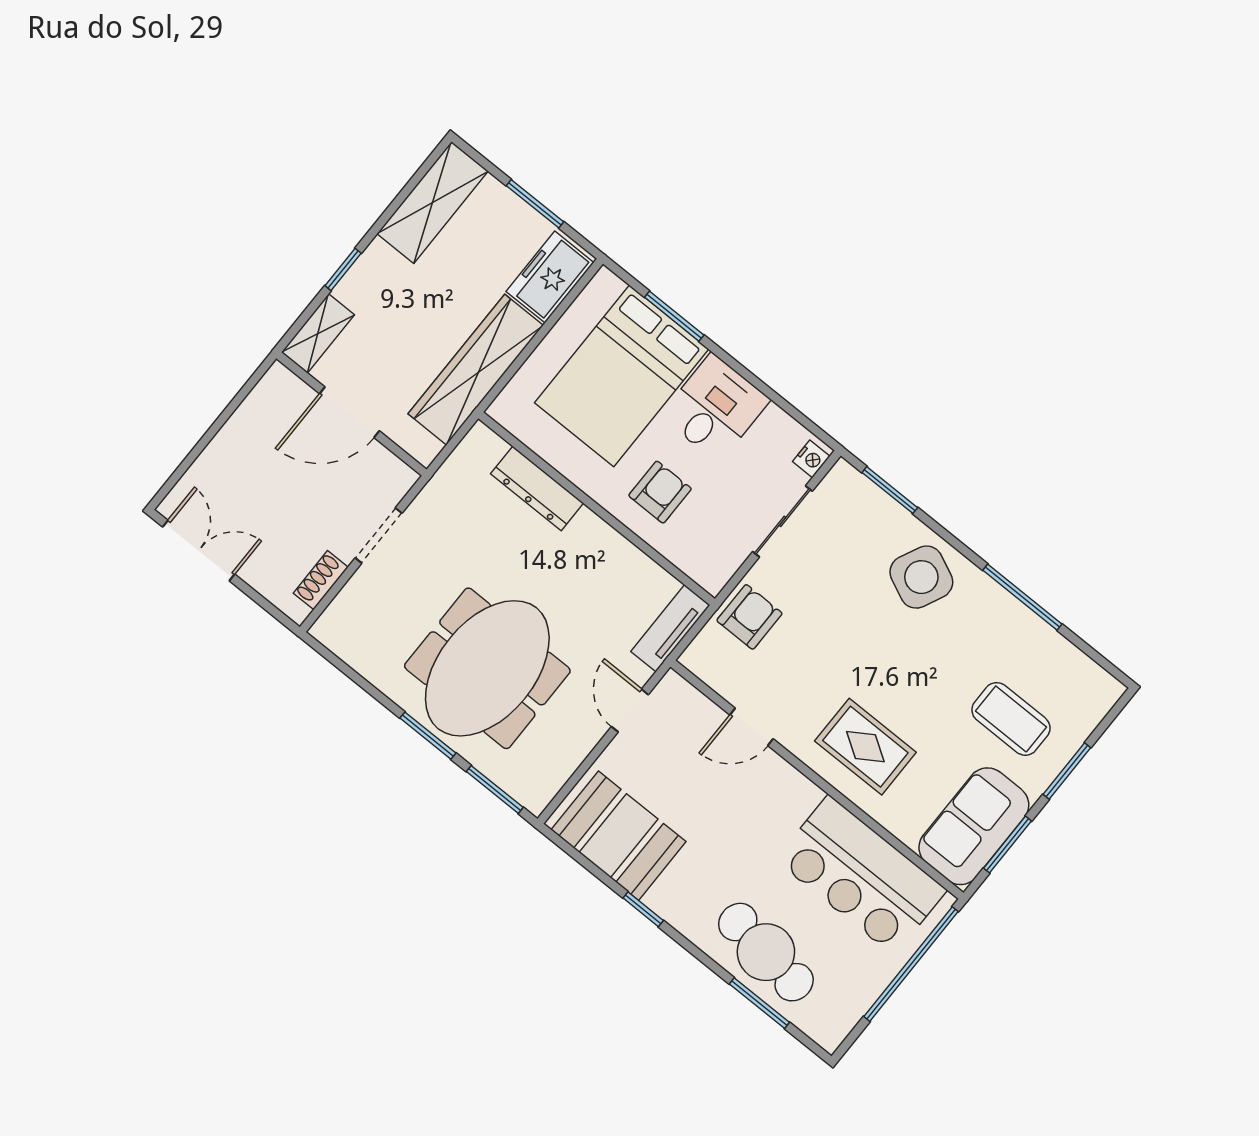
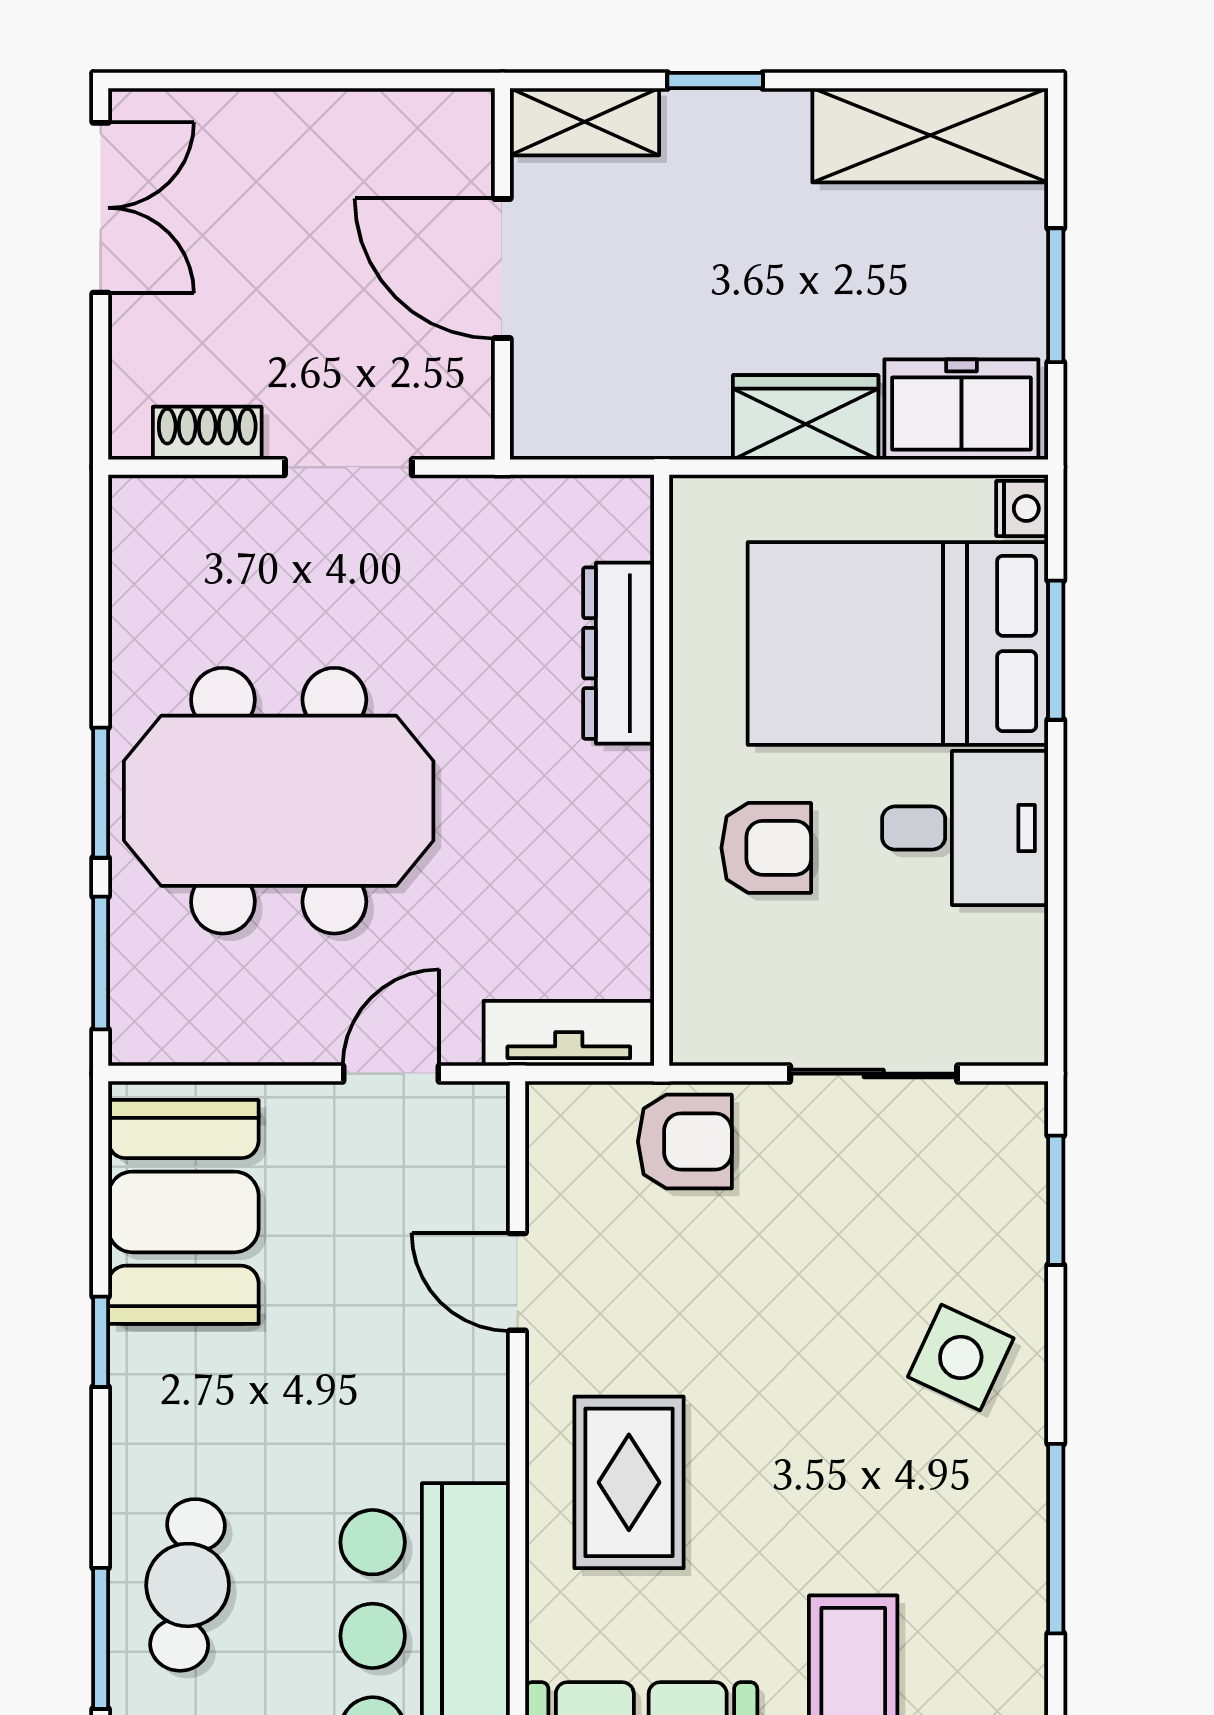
wardrobe: (476, 370) -> (806, 417), width x0.48, depth x0.85
nightstand: (811, 459) -> (1022, 508), moved, turned -90
side table: (921, 577) -> (961, 1357), width x0.73, depth x0.73
cafe table: (766, 952) -> (188, 1585), width x0.73, depth x0.74

